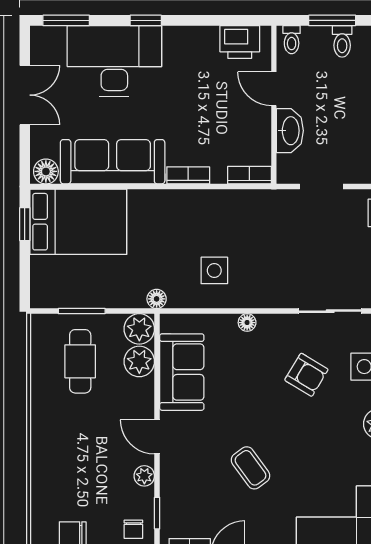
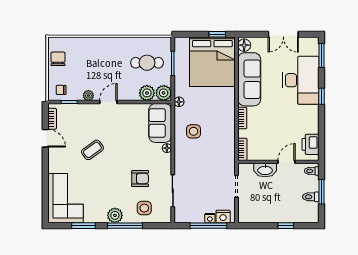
bed: (78, 222) -> (212, 62), width x1.36
sofa: (182, 372) -> (160, 123), moved, turned 90
armchair: (306, 375) -> (140, 179), turned -121

